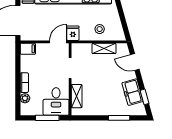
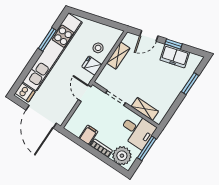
fridge: (73, 33) -> (92, 66), moved
filing cabinet: (28, 49) -> (88, 135), moved
window: (144, 97) -> (173, 44), moved
plant: (25, 98) -> (122, 156), width x1.88, depth x1.88

